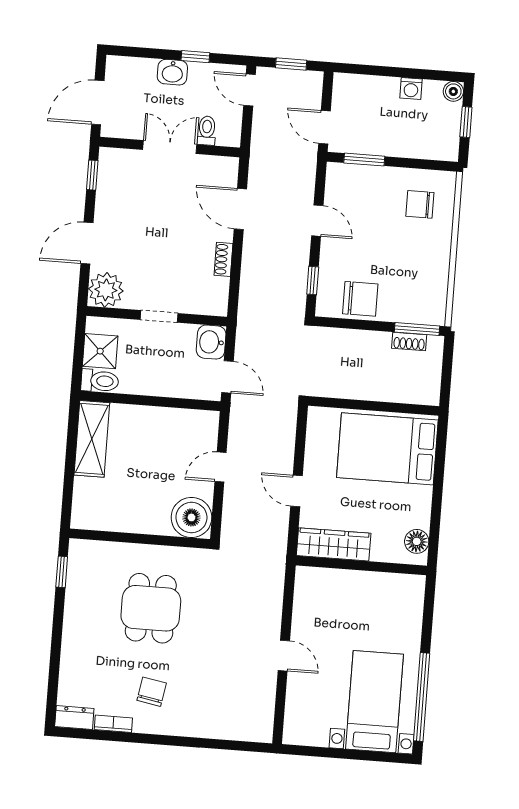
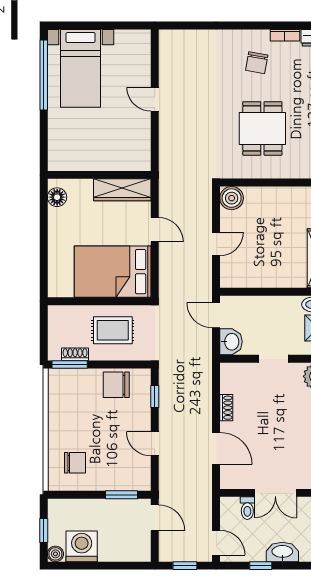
washbasin: (172, 72) -> (282, 552), width x1.38
washing machine: (411, 89) -> (82, 546), width x1.89, depth x1.89
rug: (359, 368) -> (113, 330), added
bed: (387, 449) -> (113, 272), moved, turned 180
boiler: (191, 517) -> (232, 198), width x0.73, depth x0.73

